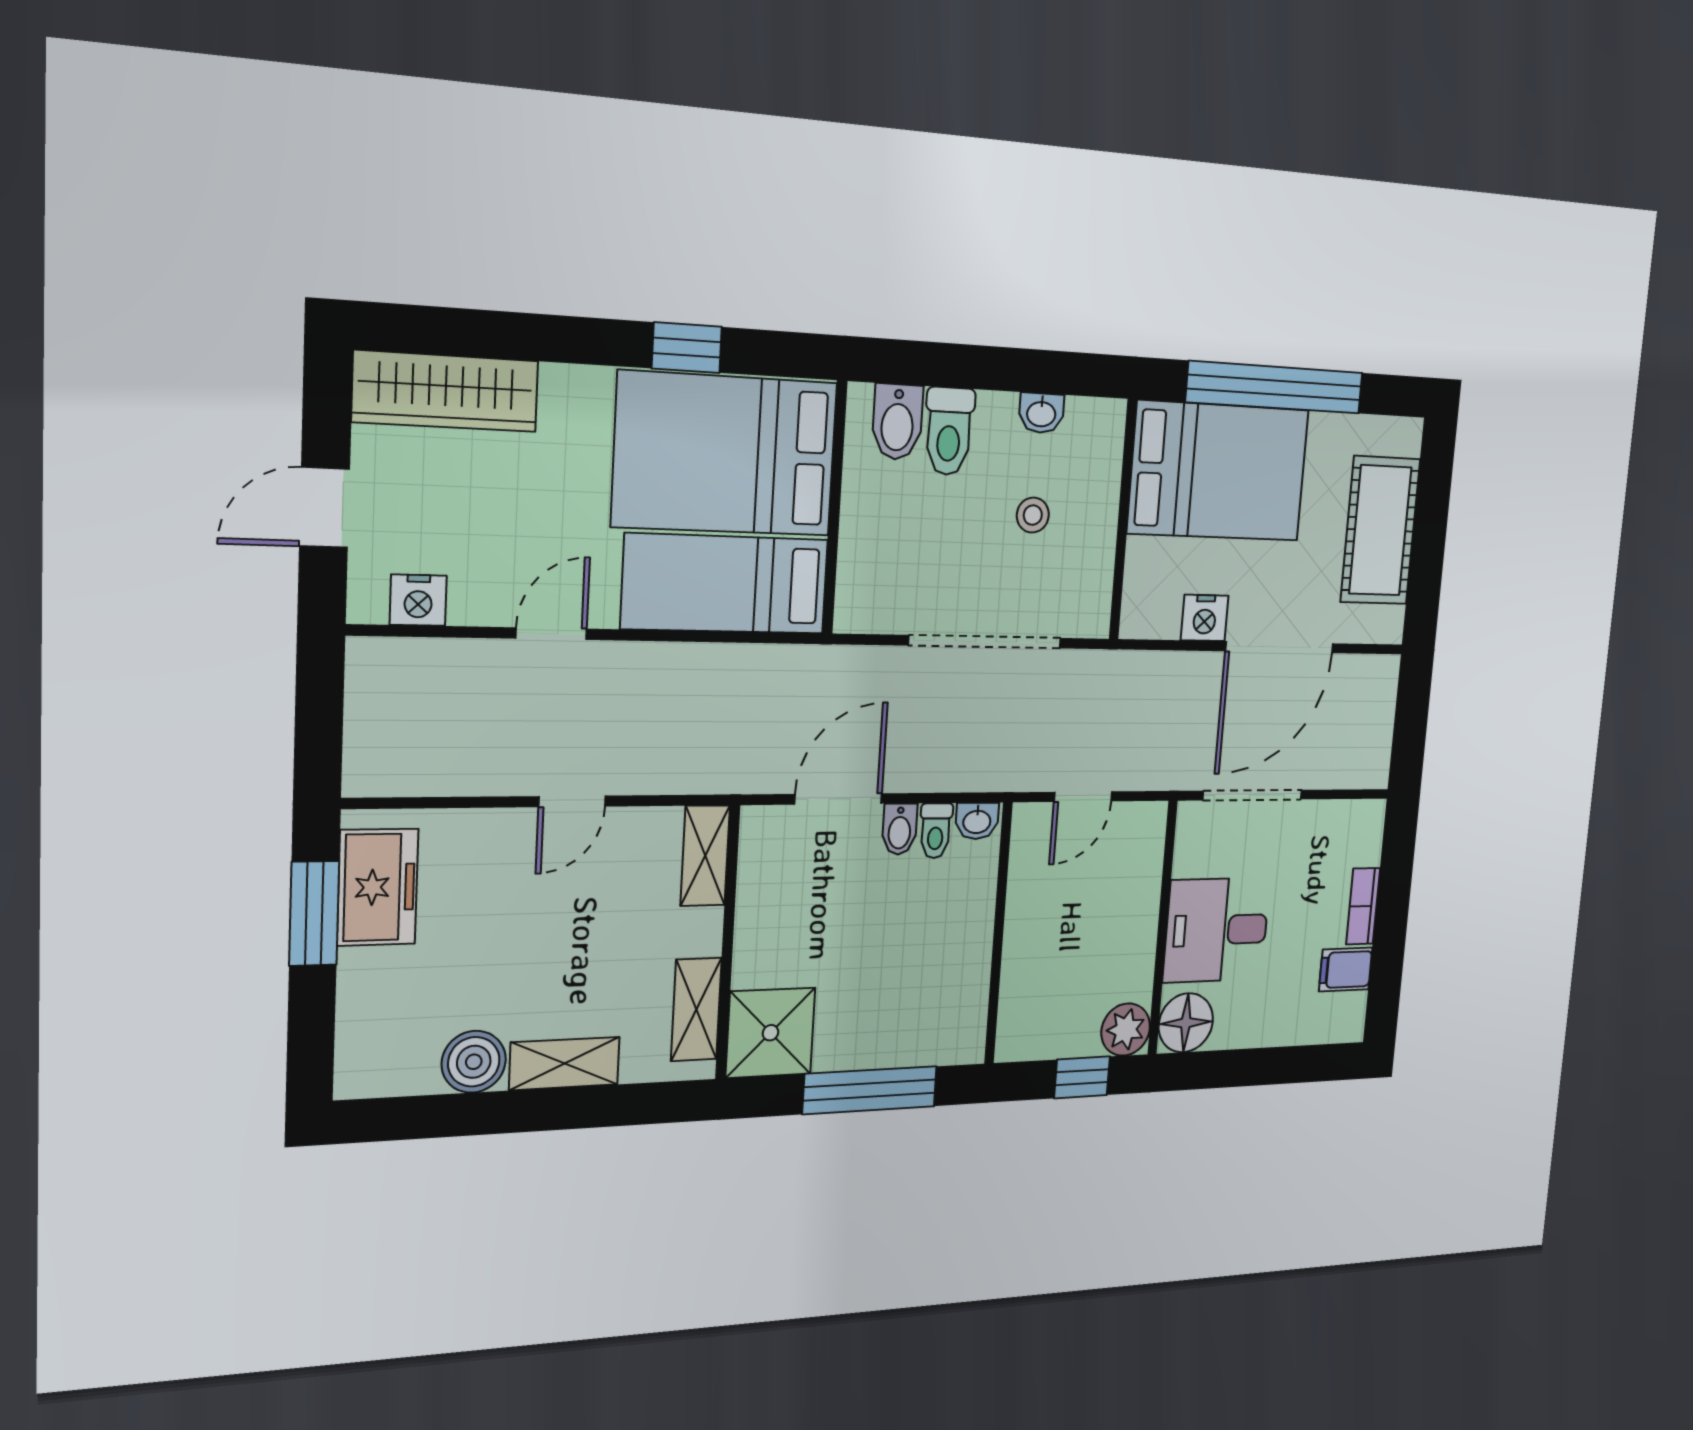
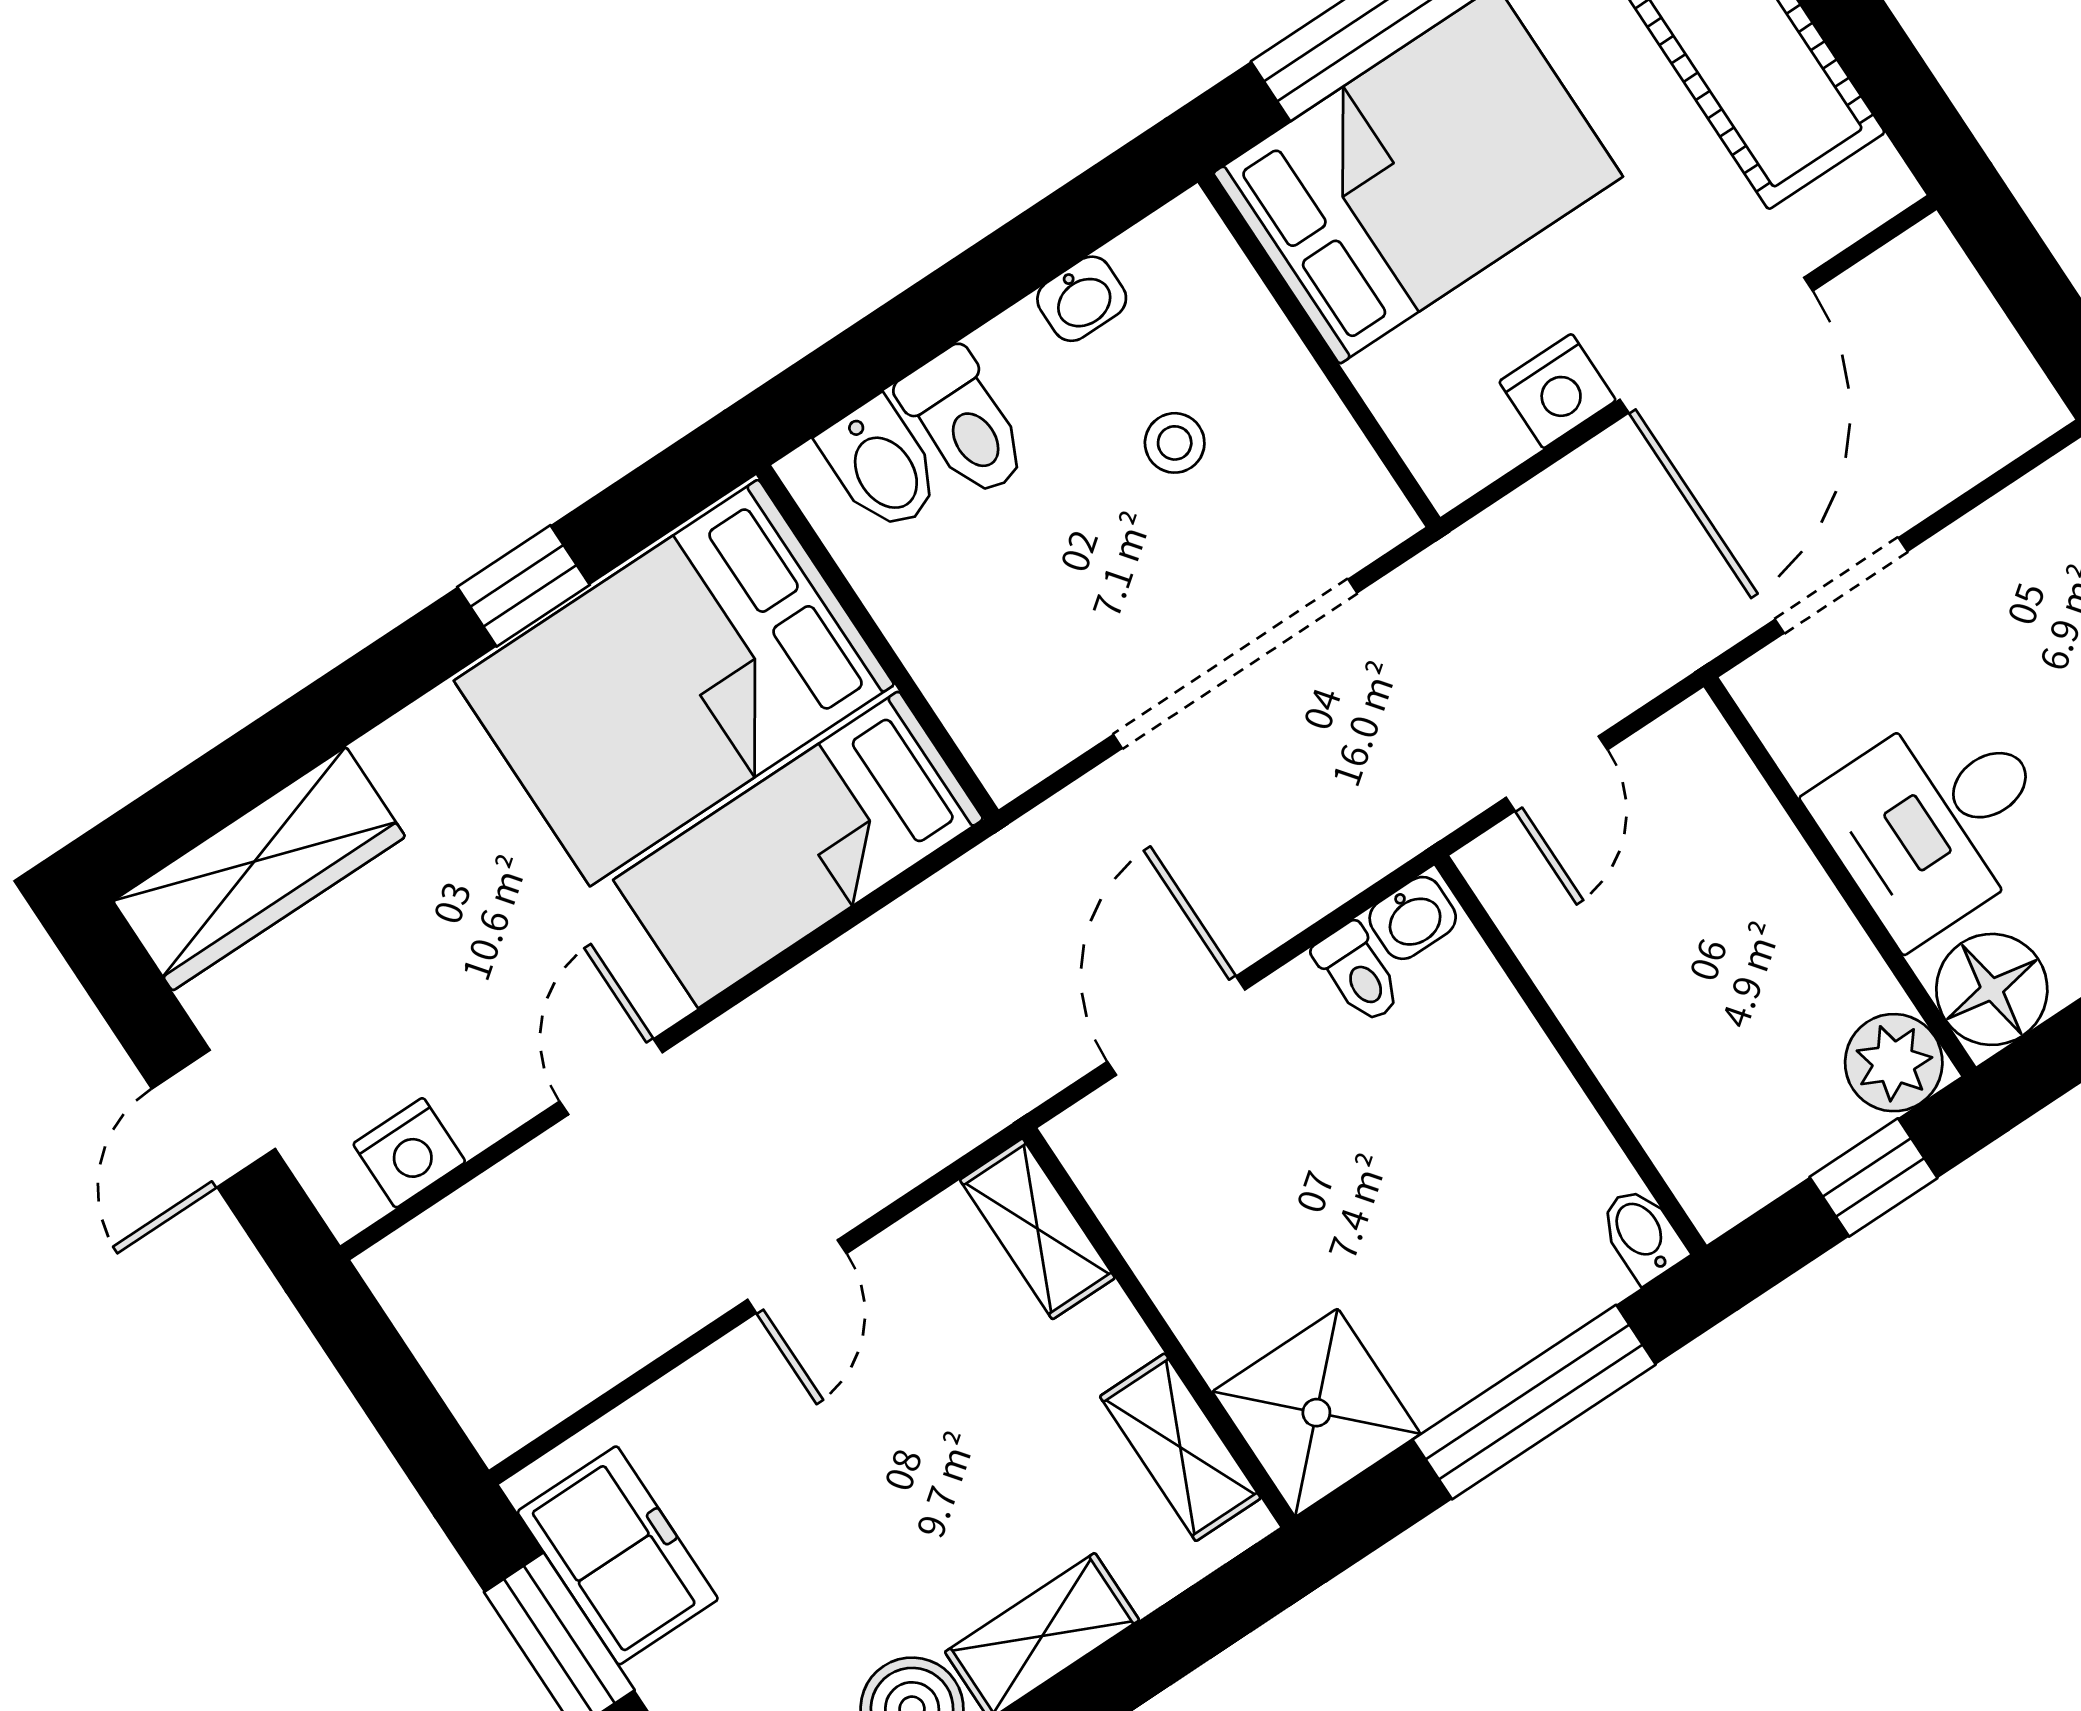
doorway: (1253, 795) -> (1841, 585), width x0.73
bidet: (900, 829) -> (1642, 1234), moved, turned 180

